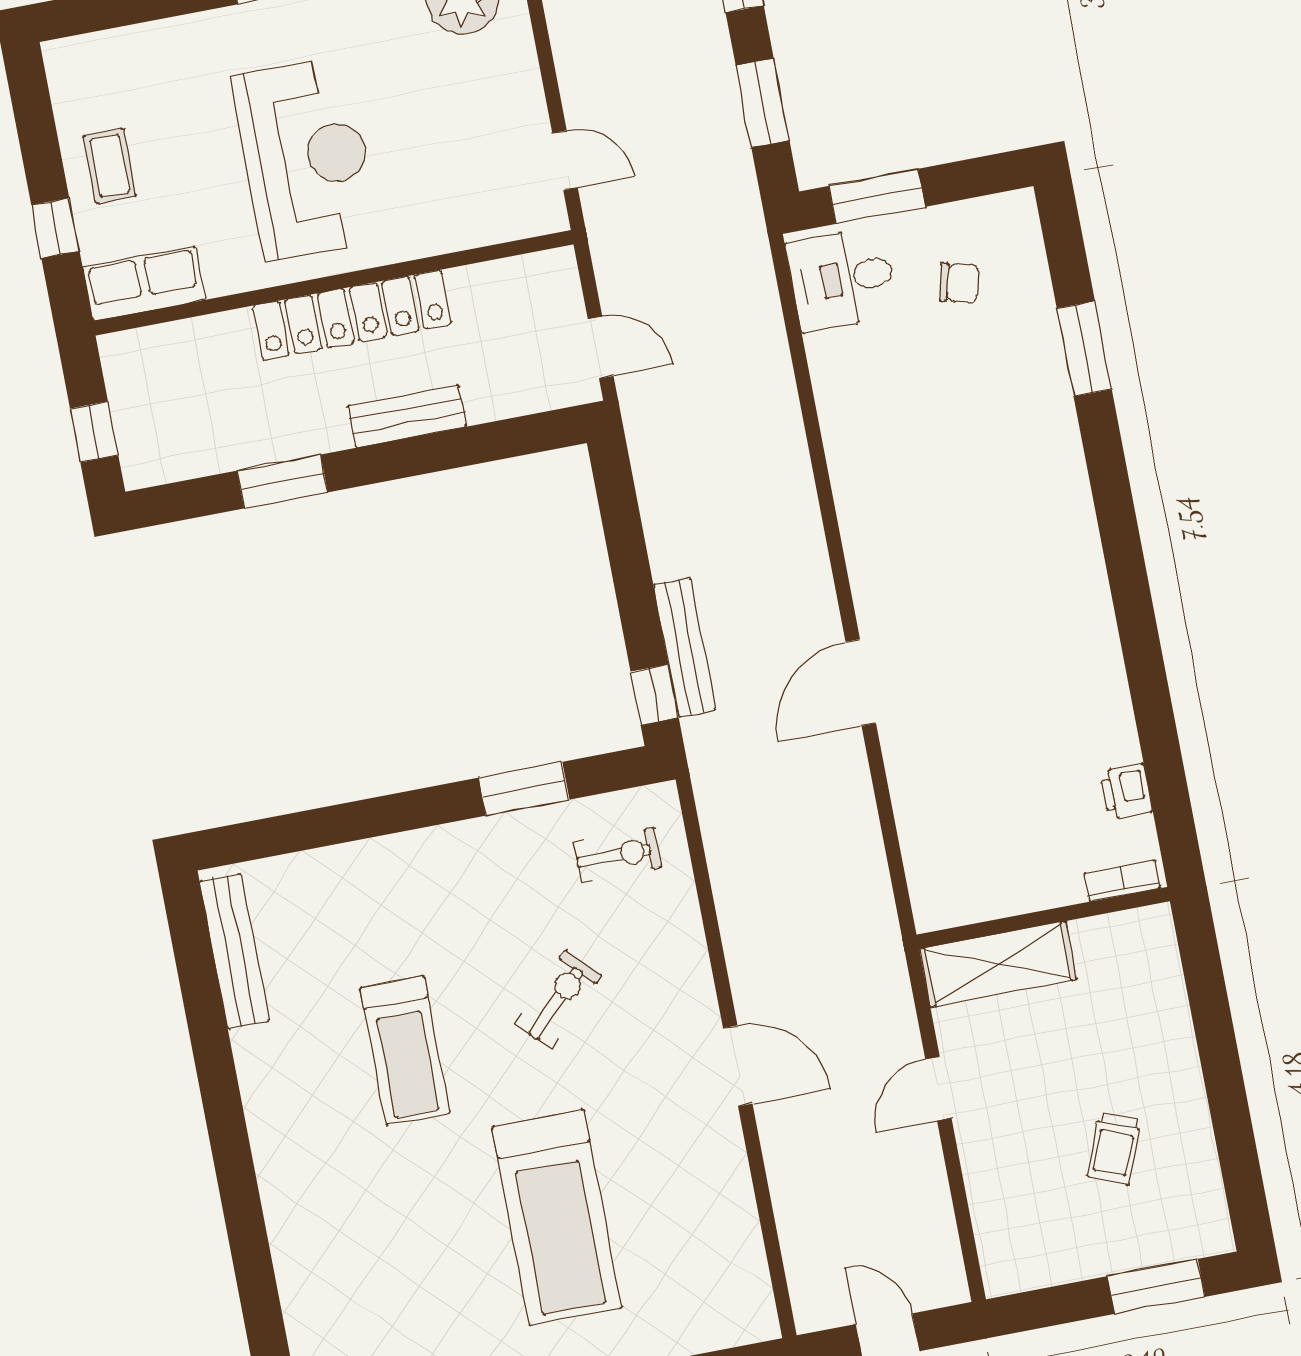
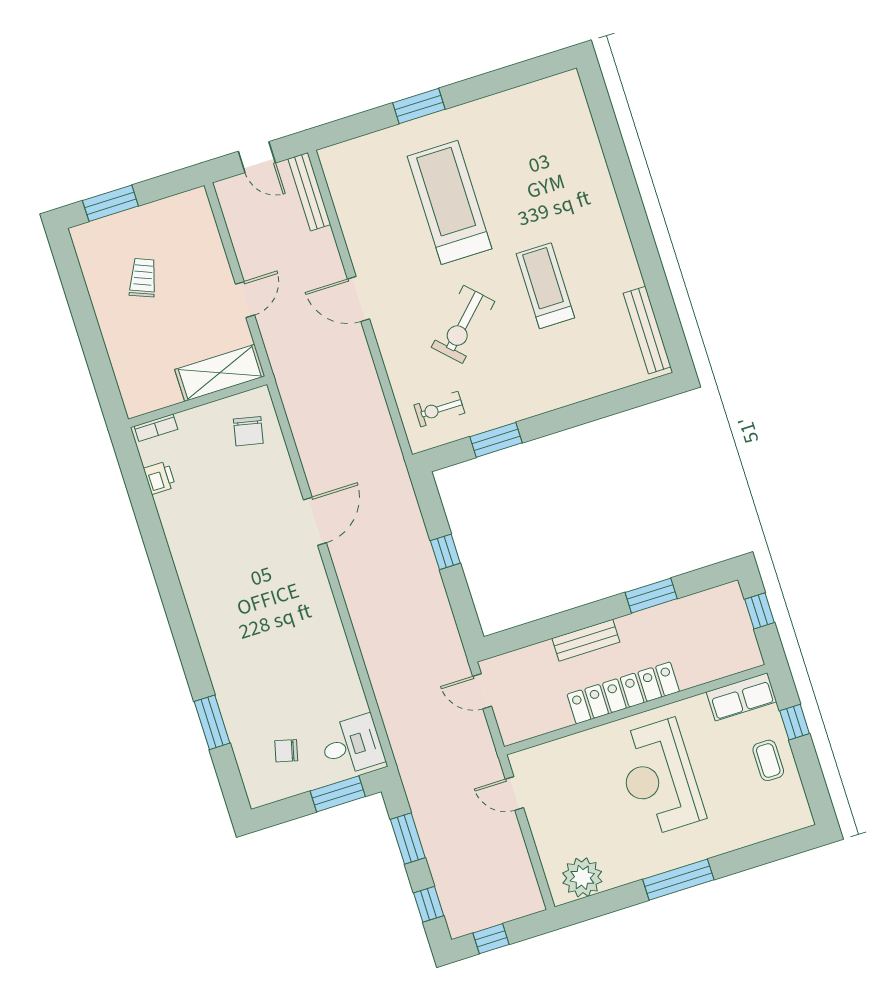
bench: (684, 647) -> (309, 192), moved
window: (655, 695) -> (445, 552), moved
chair: (960, 855) -> (248, 431), added
exercise bike: (558, 999) -> (463, 324), width x1.38, depth x1.39

